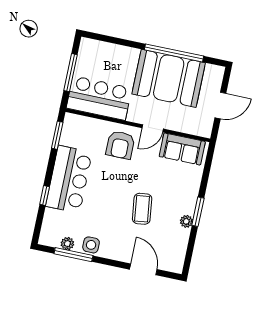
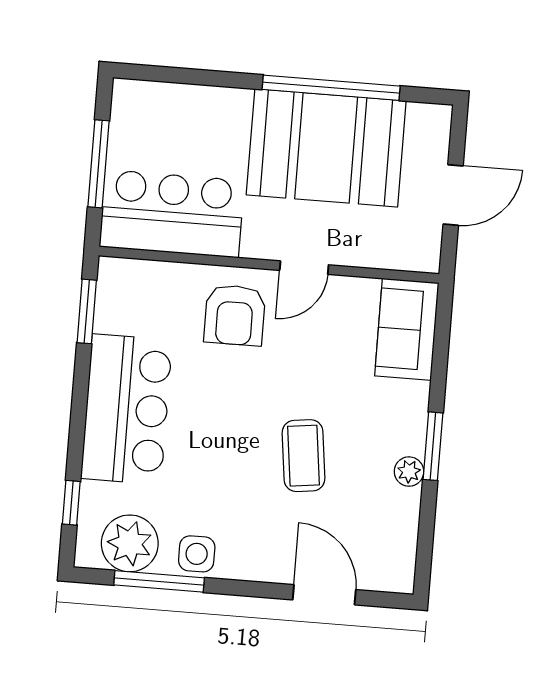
sofa: (182, 149) -> (407, 329), moved, turned 90
window: (45, 195) -> (71, 503), moved
plant: (67, 244) -> (130, 543), width x1.87, depth x1.87

